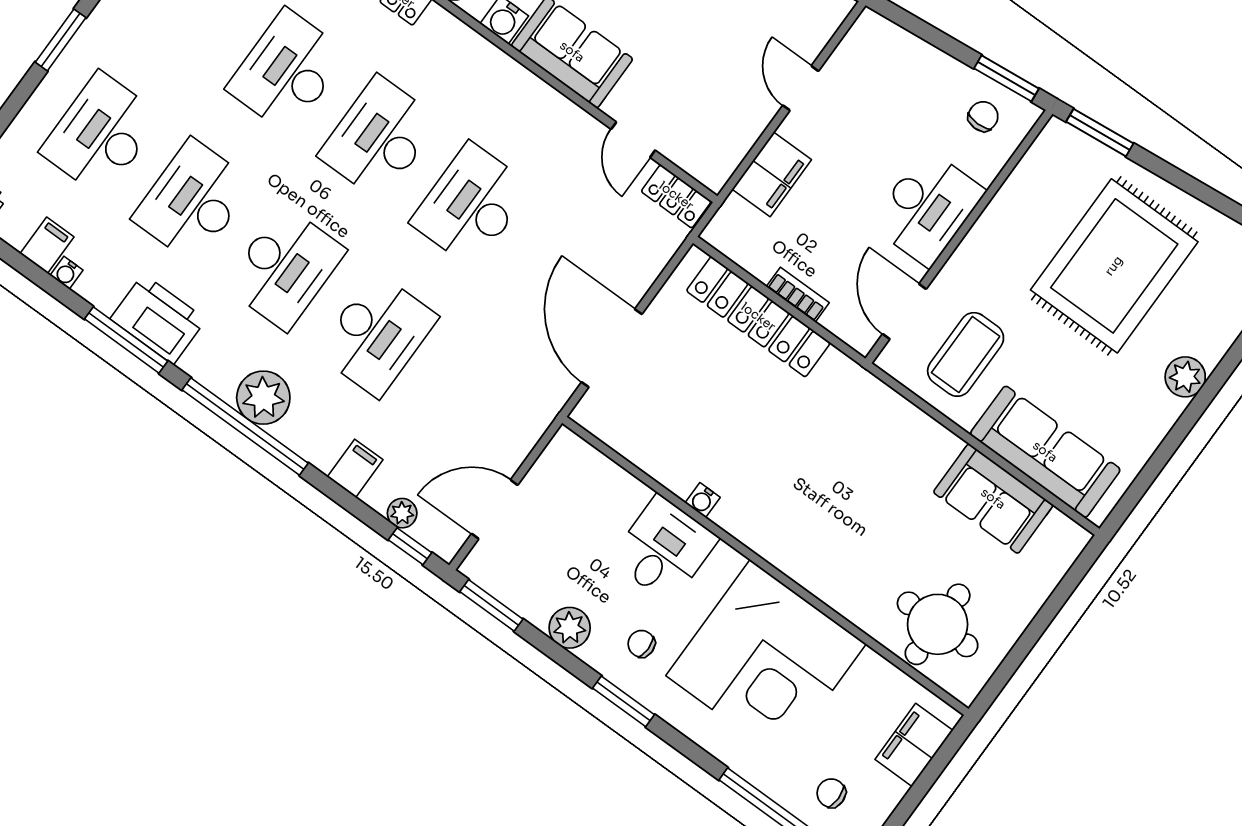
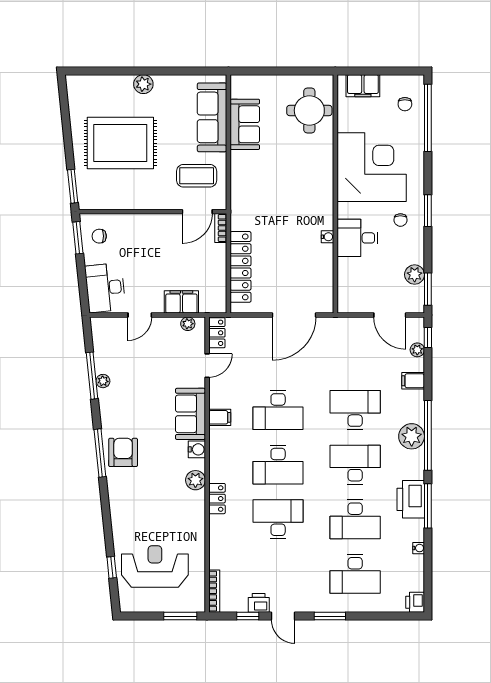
desk: (287, 71) -> (278, 519), turned 180
plant: (727, 158) -> (188, 324), added
desk: (928, 208) -> (105, 288), moved, turned -96
filing cabinet: (47, 245) -> (220, 417), moved, turned 180
bookcase: (798, 295) -> (221, 228), moved
plant: (570, 628) -> (415, 275), moved

